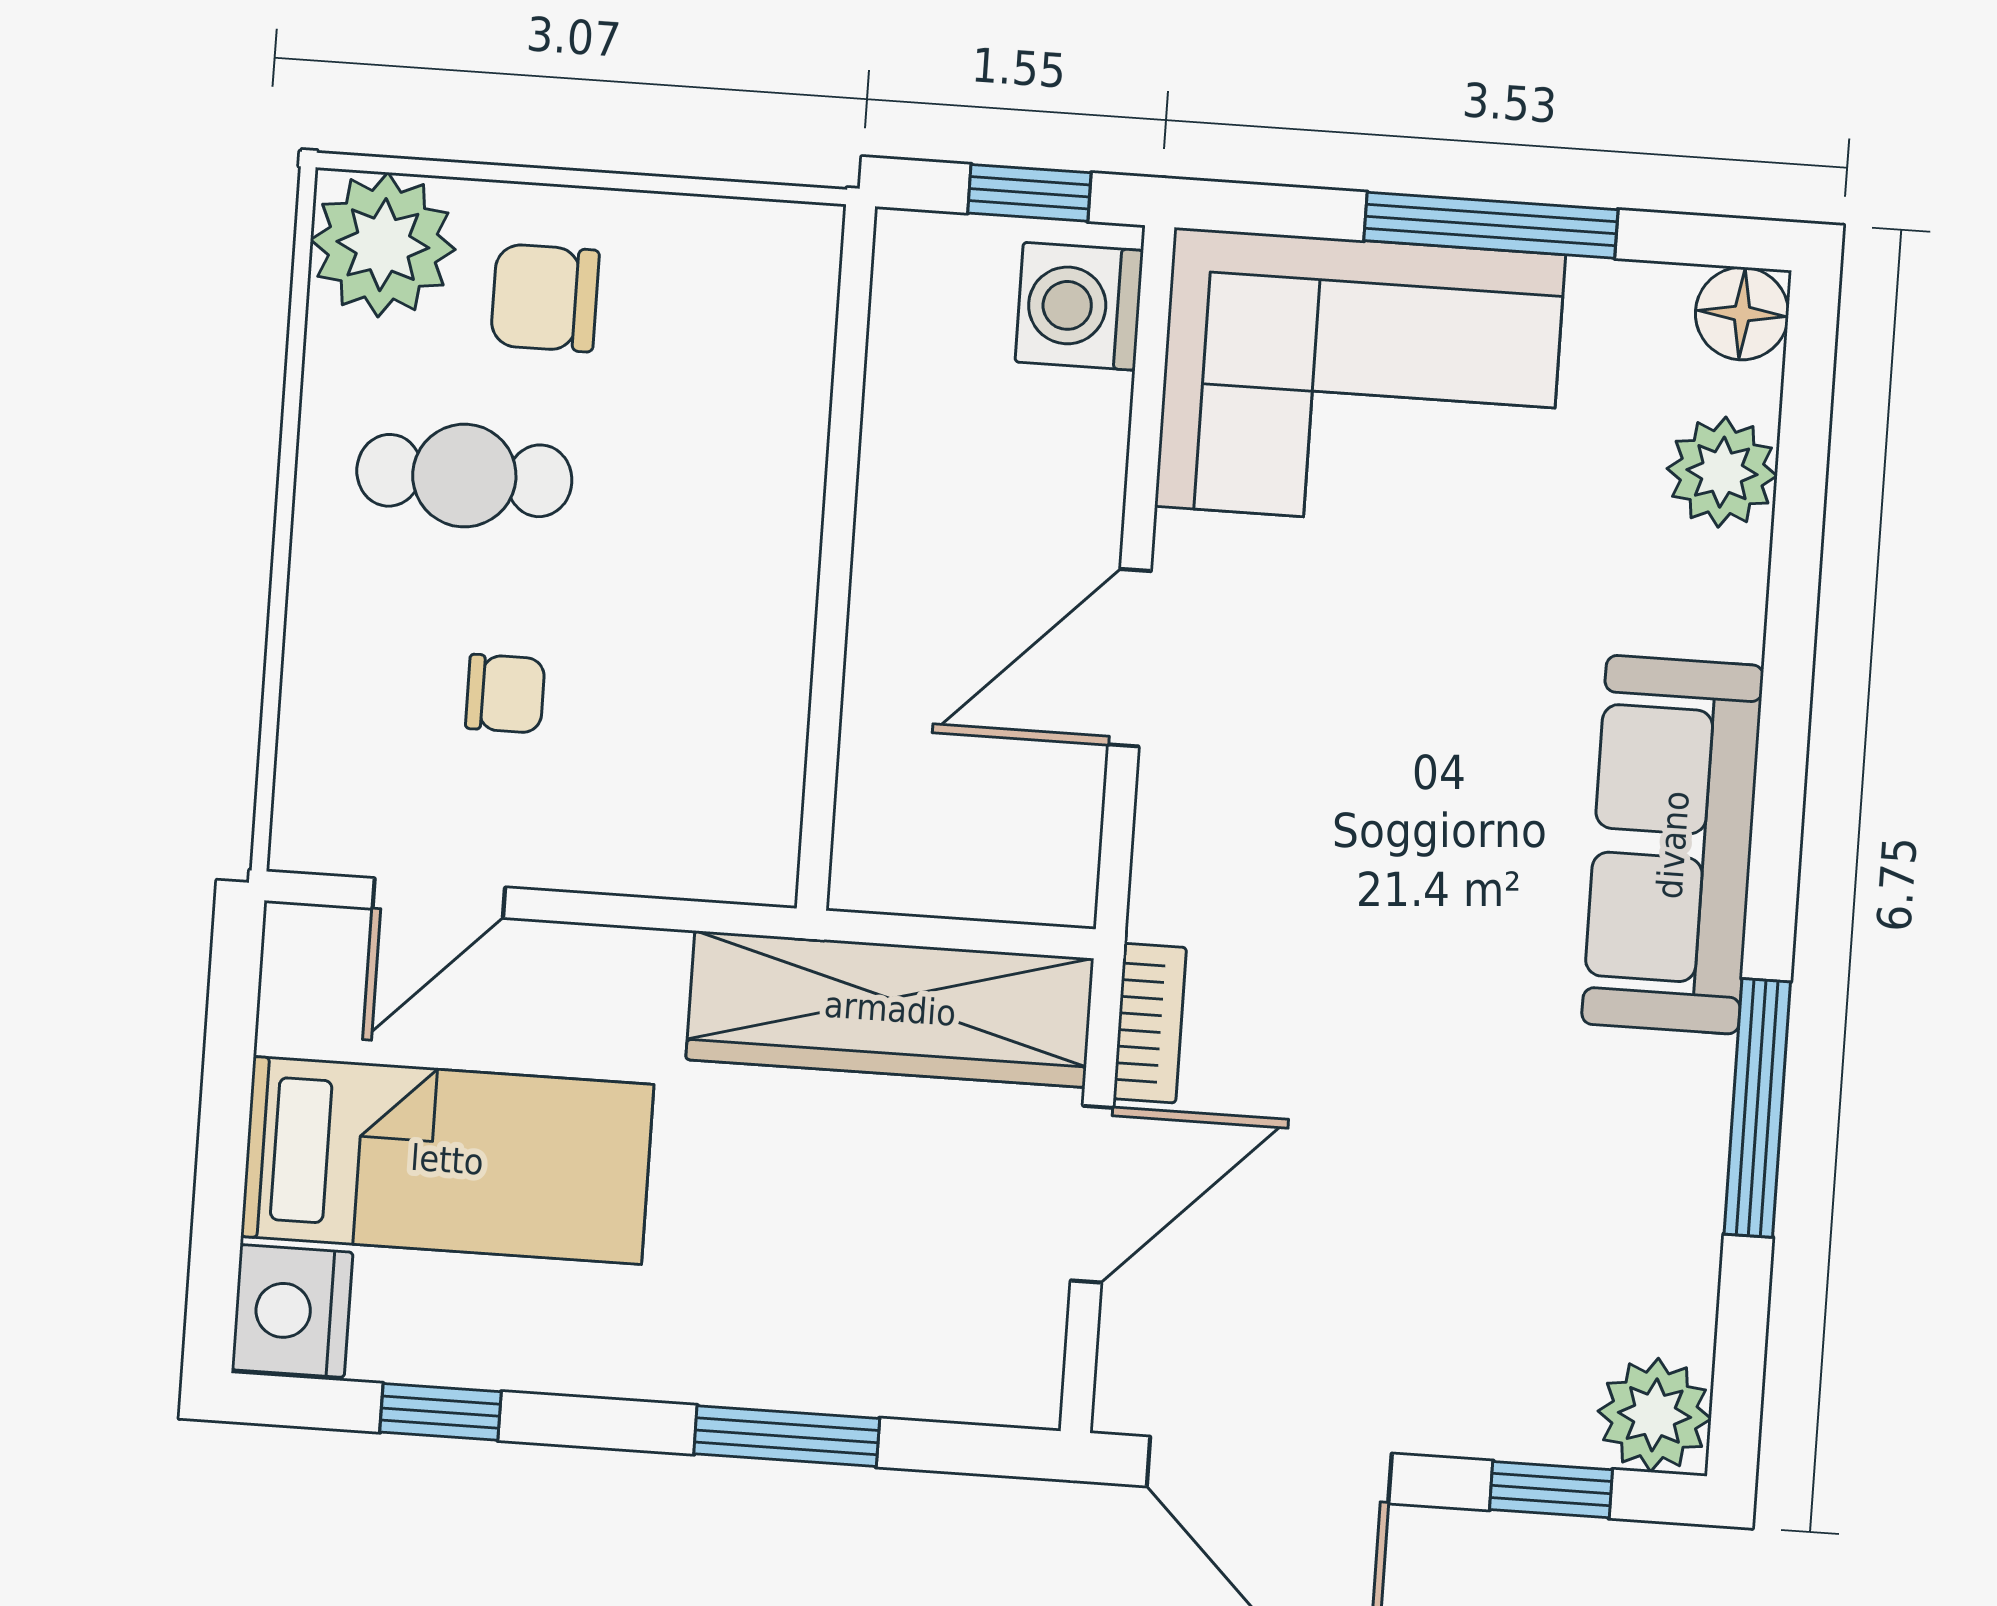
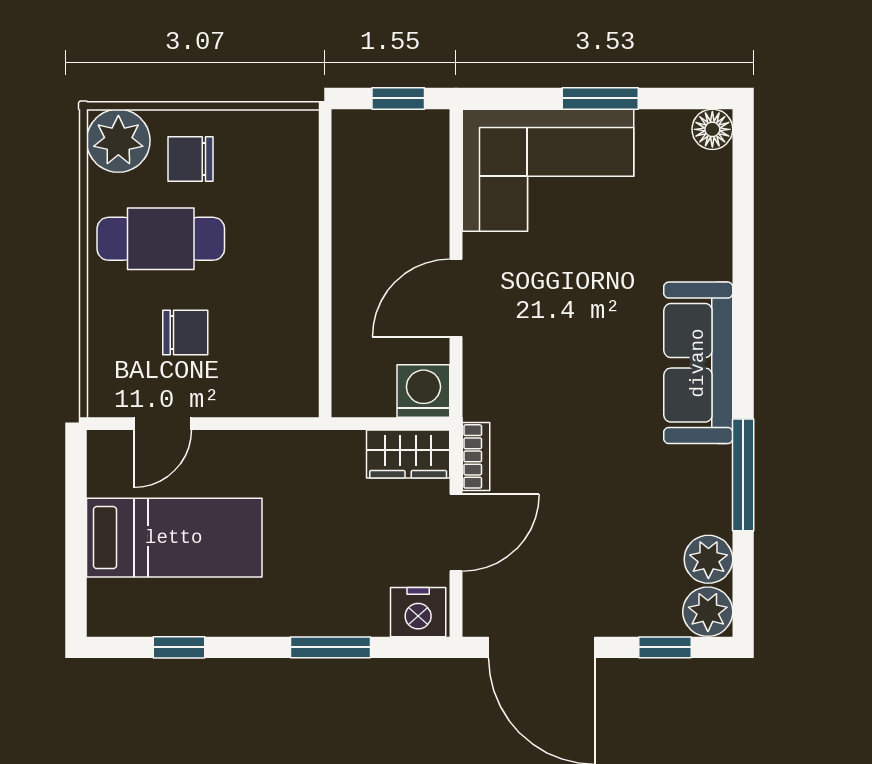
window: (1491, 225) -> (600, 98), width x0.69
washing machine: (1079, 306) -> (423, 391), moved, turned 90
plant: (1722, 472) -> (708, 559), moved
cafe table: (464, 476) -> (161, 239), width x1.37, depth x1.35
chair: (505, 694) -> (185, 333), width x1.37, depth x1.37
wardrobe: (890, 1009) -> (408, 454), width x0.48, depth x0.85
nightstand: (292, 1311) -> (418, 612), moved, turned -90

